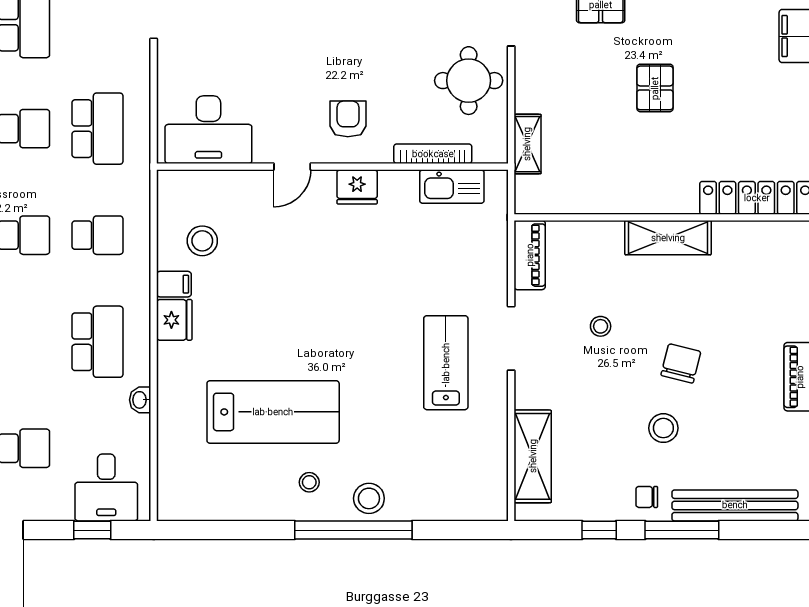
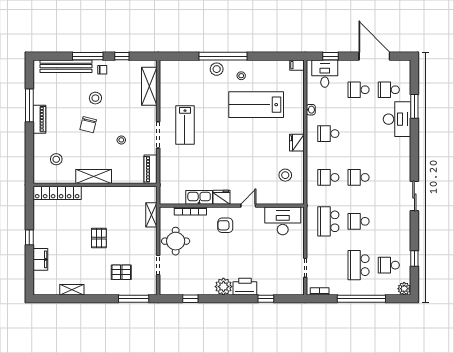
armchair: (348, 119) -> (225, 225), turned 90
kitchen sink: (452, 187) -> (199, 197), moved
stool: (759, 279) -> (56, 159), added
filing cabinet: (174, 284) -> (297, 65), moved
school desk: (98, 342) -> (328, 134), width x0.54

